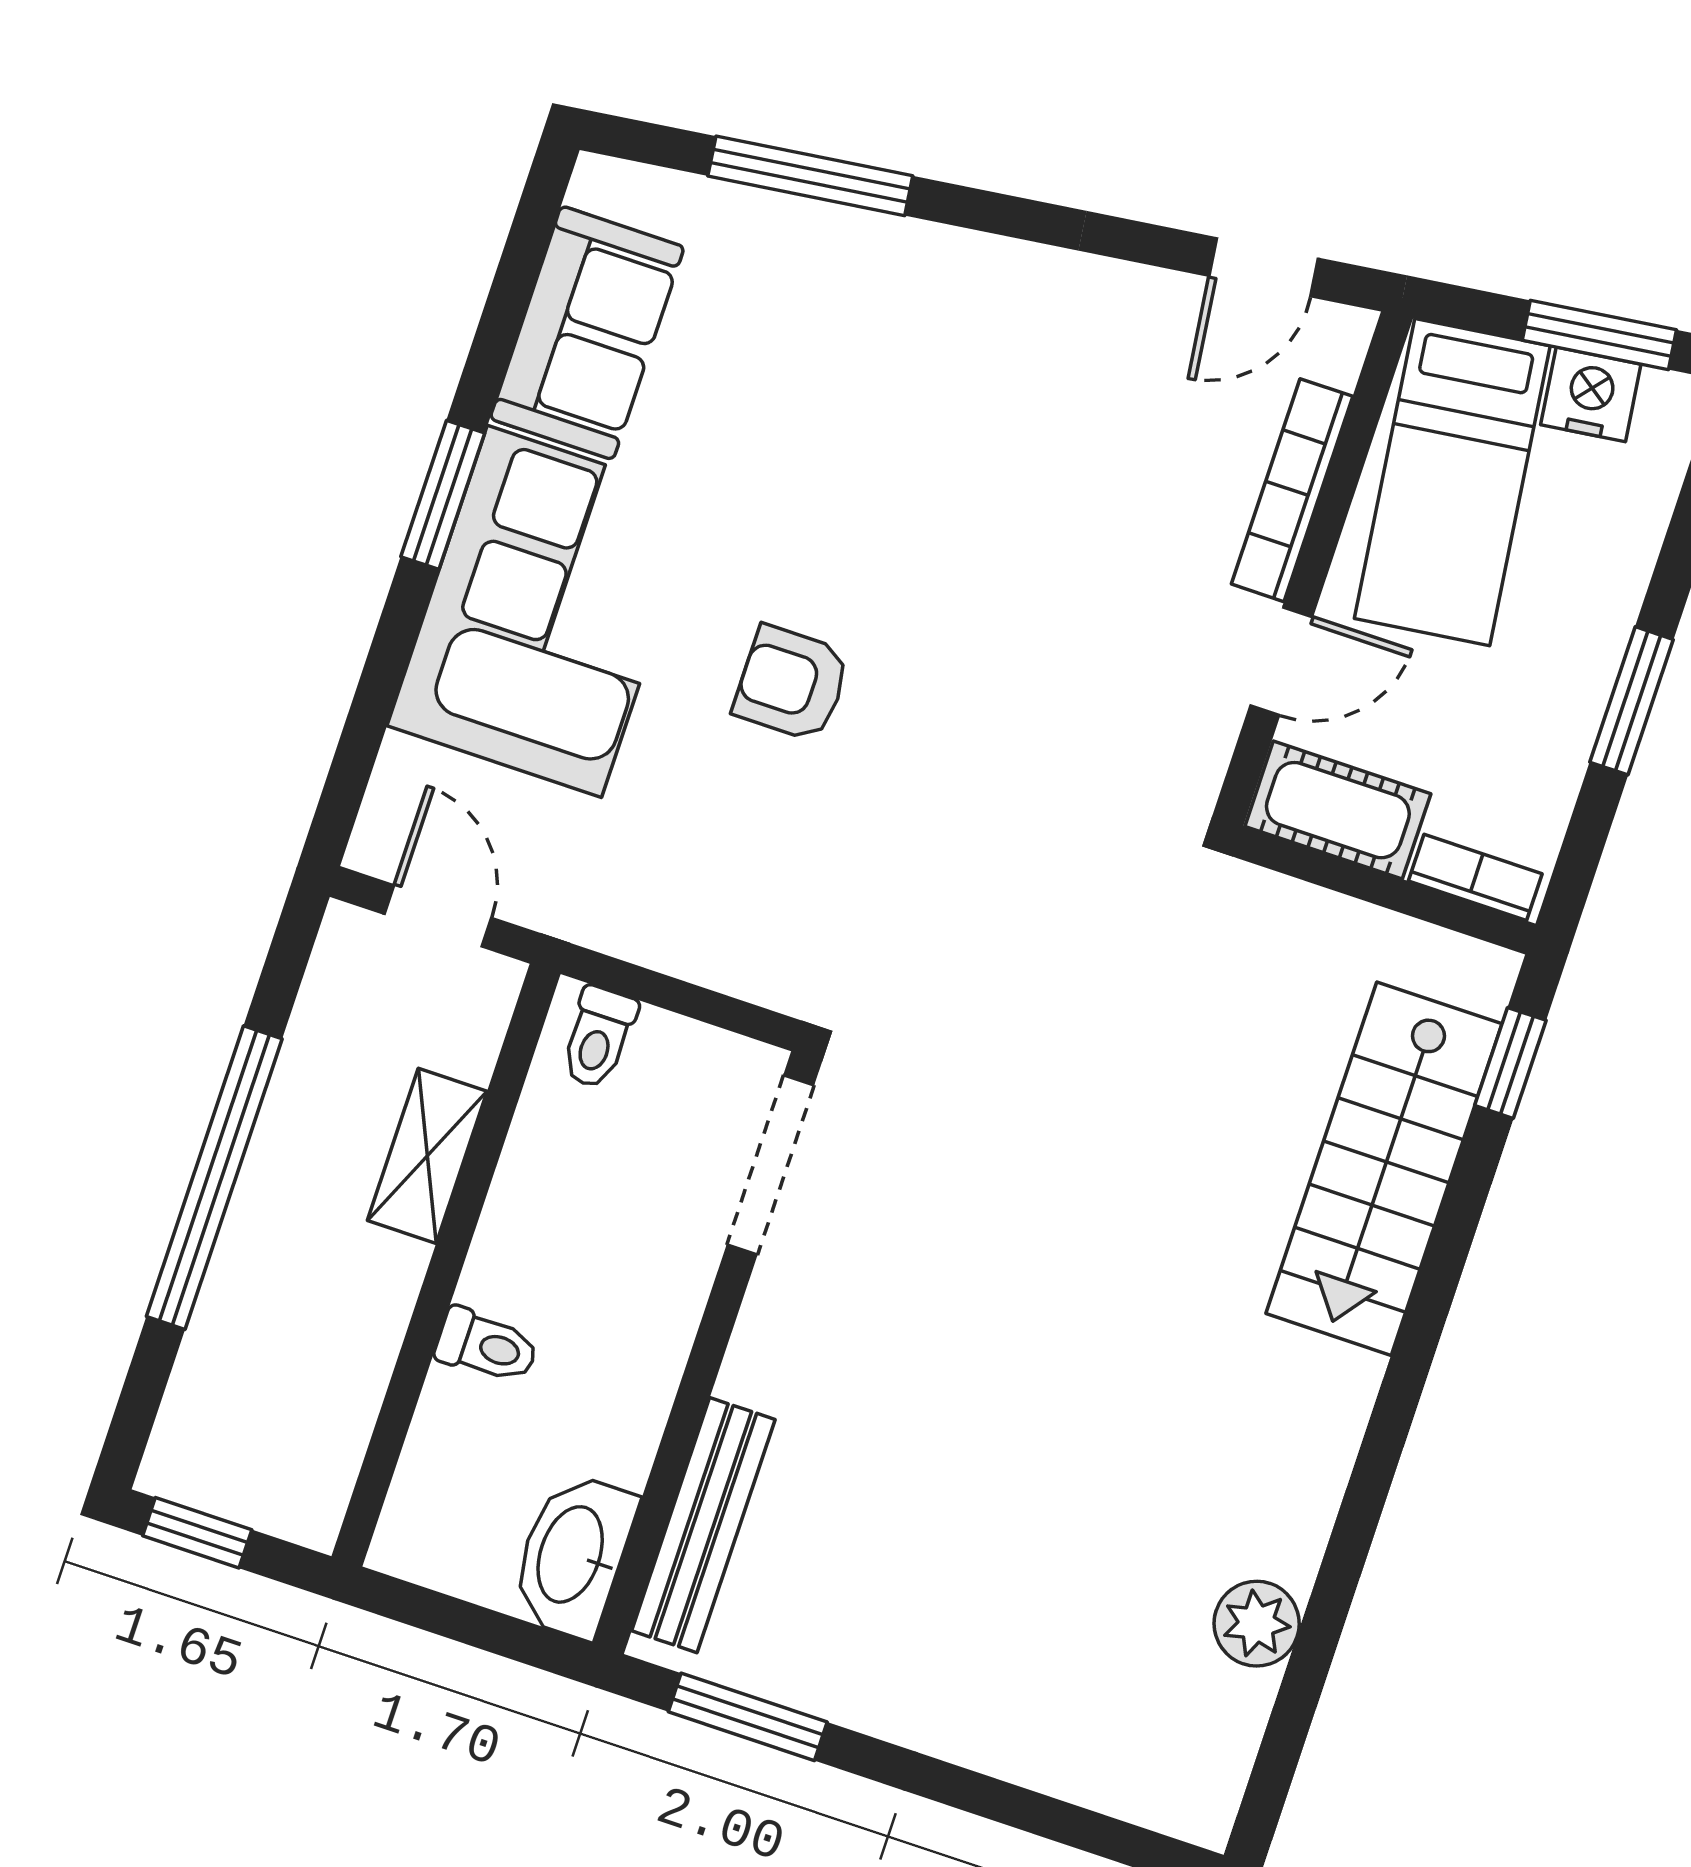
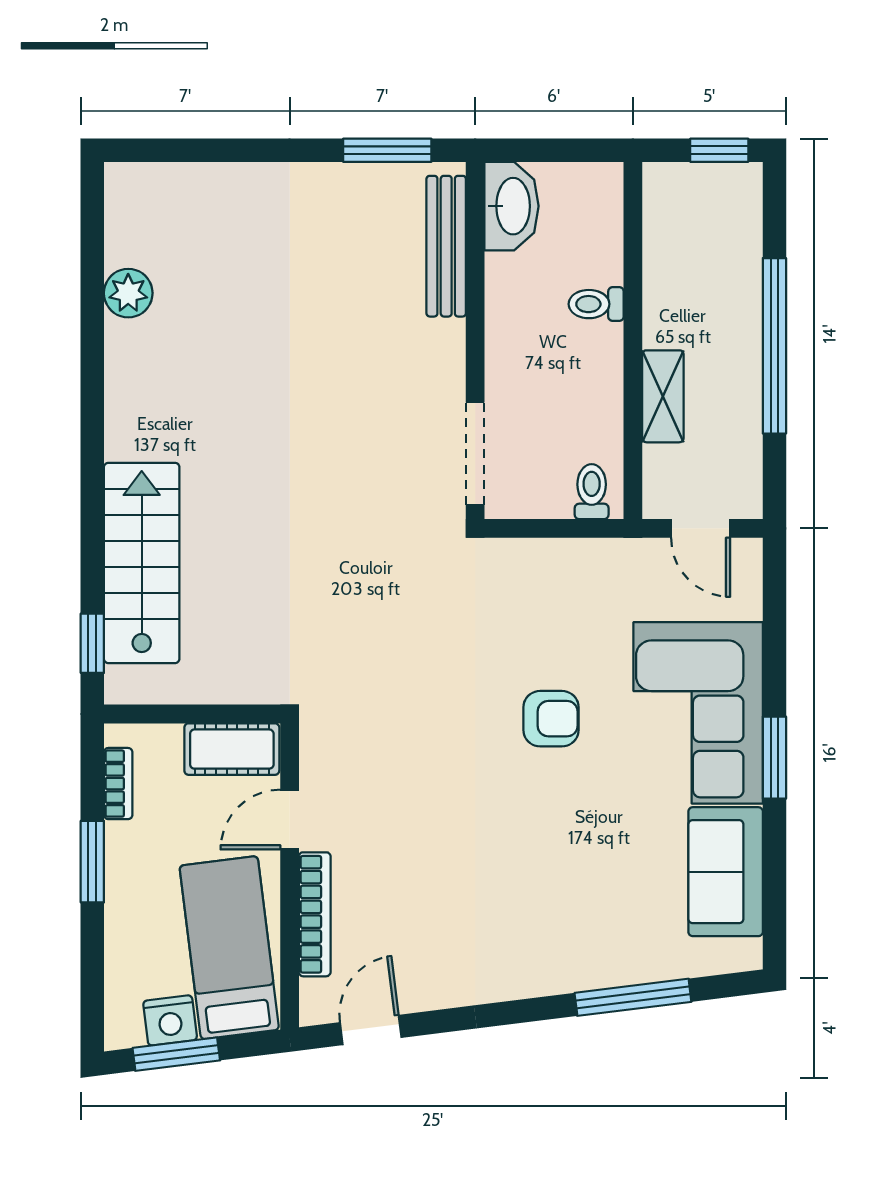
bookcase: (1475, 877) -> (118, 784), moved, turned -90

